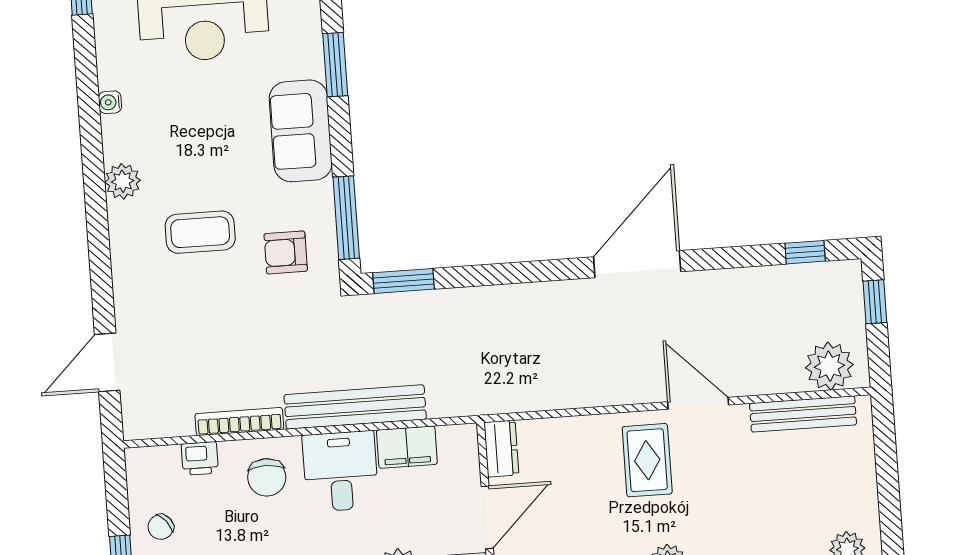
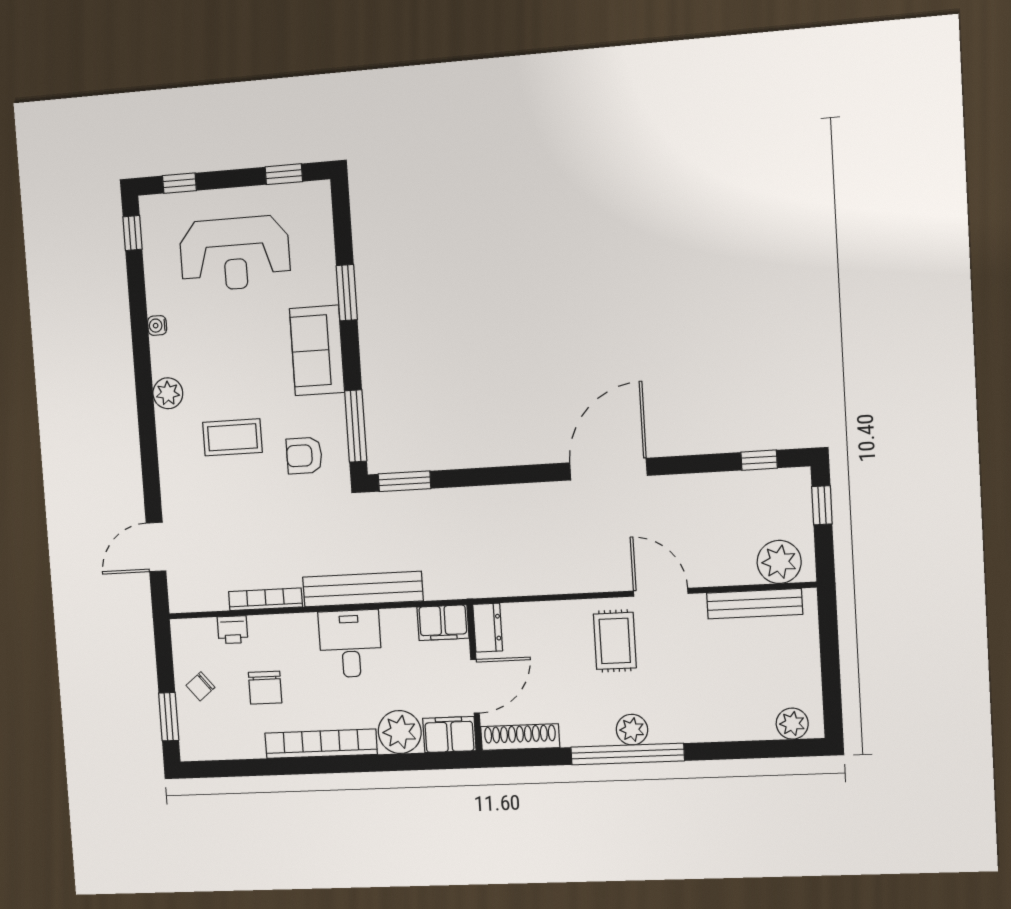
filing cabinet: (407, 447) -> (443, 623), moved
chair: (267, 477) -> (265, 688), moved

